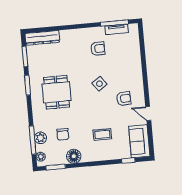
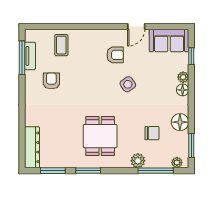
side table: (99, 84) -> (128, 84), moved
dining table: (57, 92) -> (100, 136), turned 90
armchair: (124, 99) -> (115, 55), turned 93
coffee table: (102, 134) -> (61, 45), moved
plant: (40, 138) -> (138, 161), moved
plant: (111, 155) -> (183, 77), added
floor lamp: (100, 156) -> (183, 90), added

